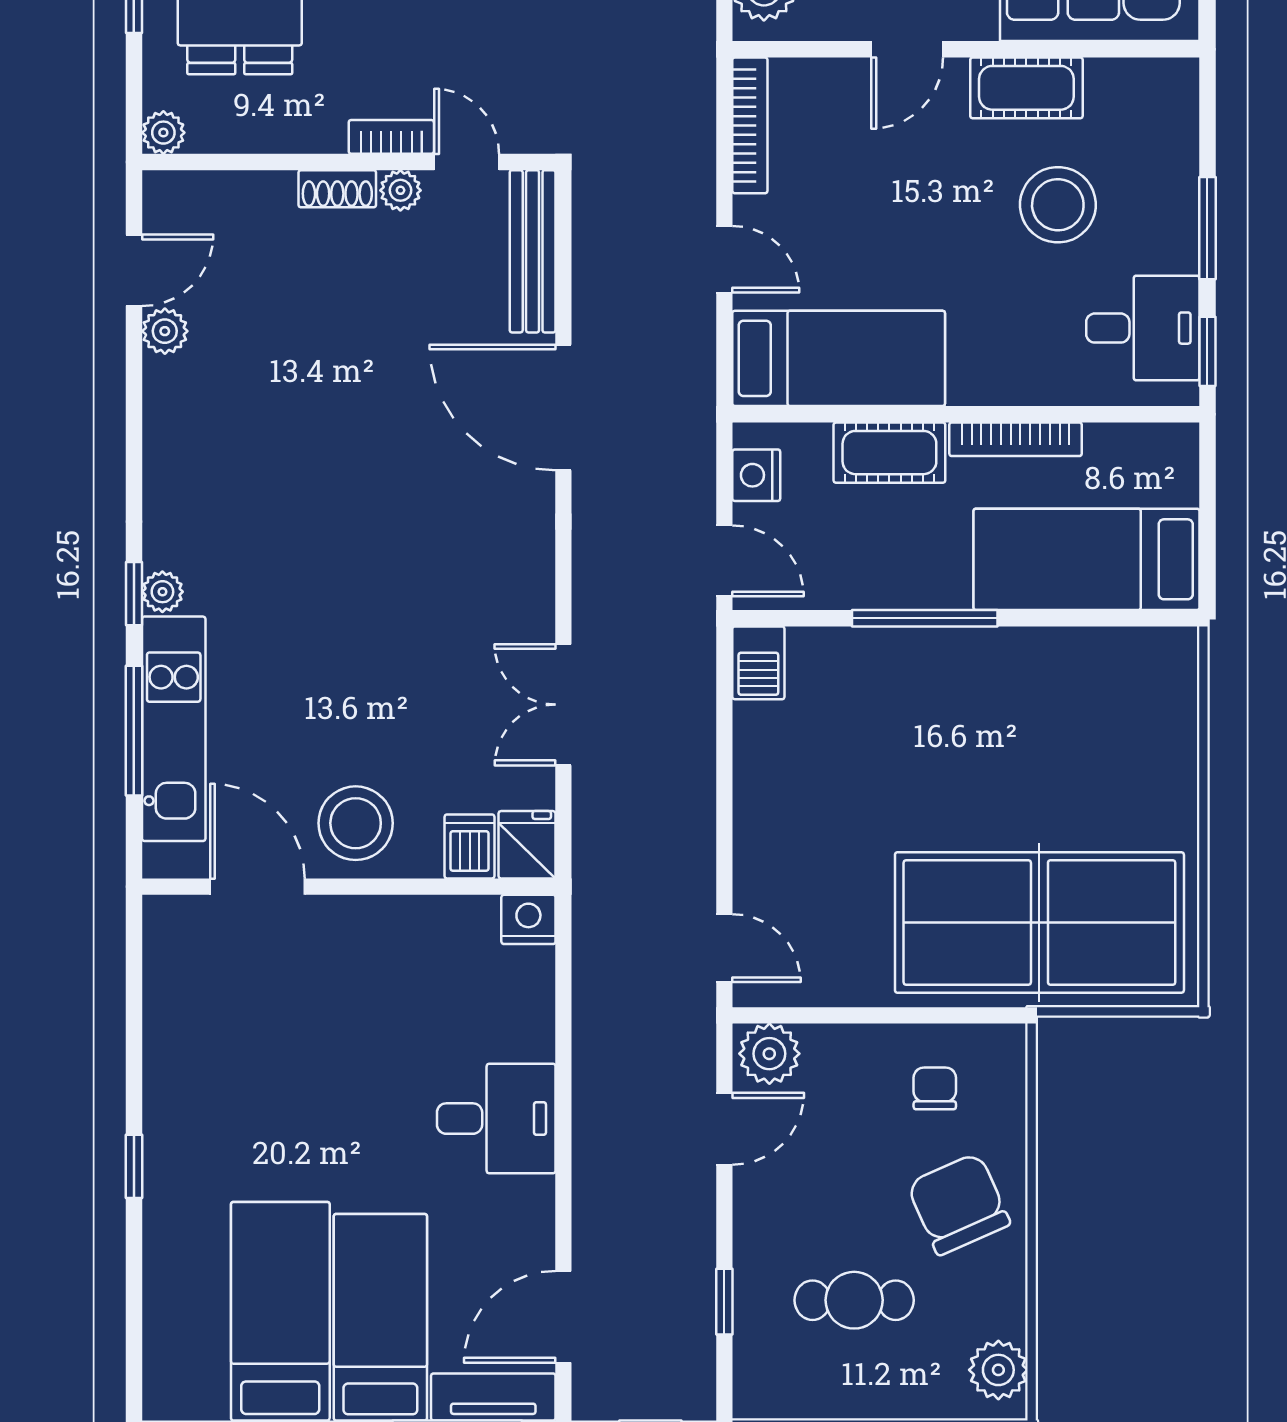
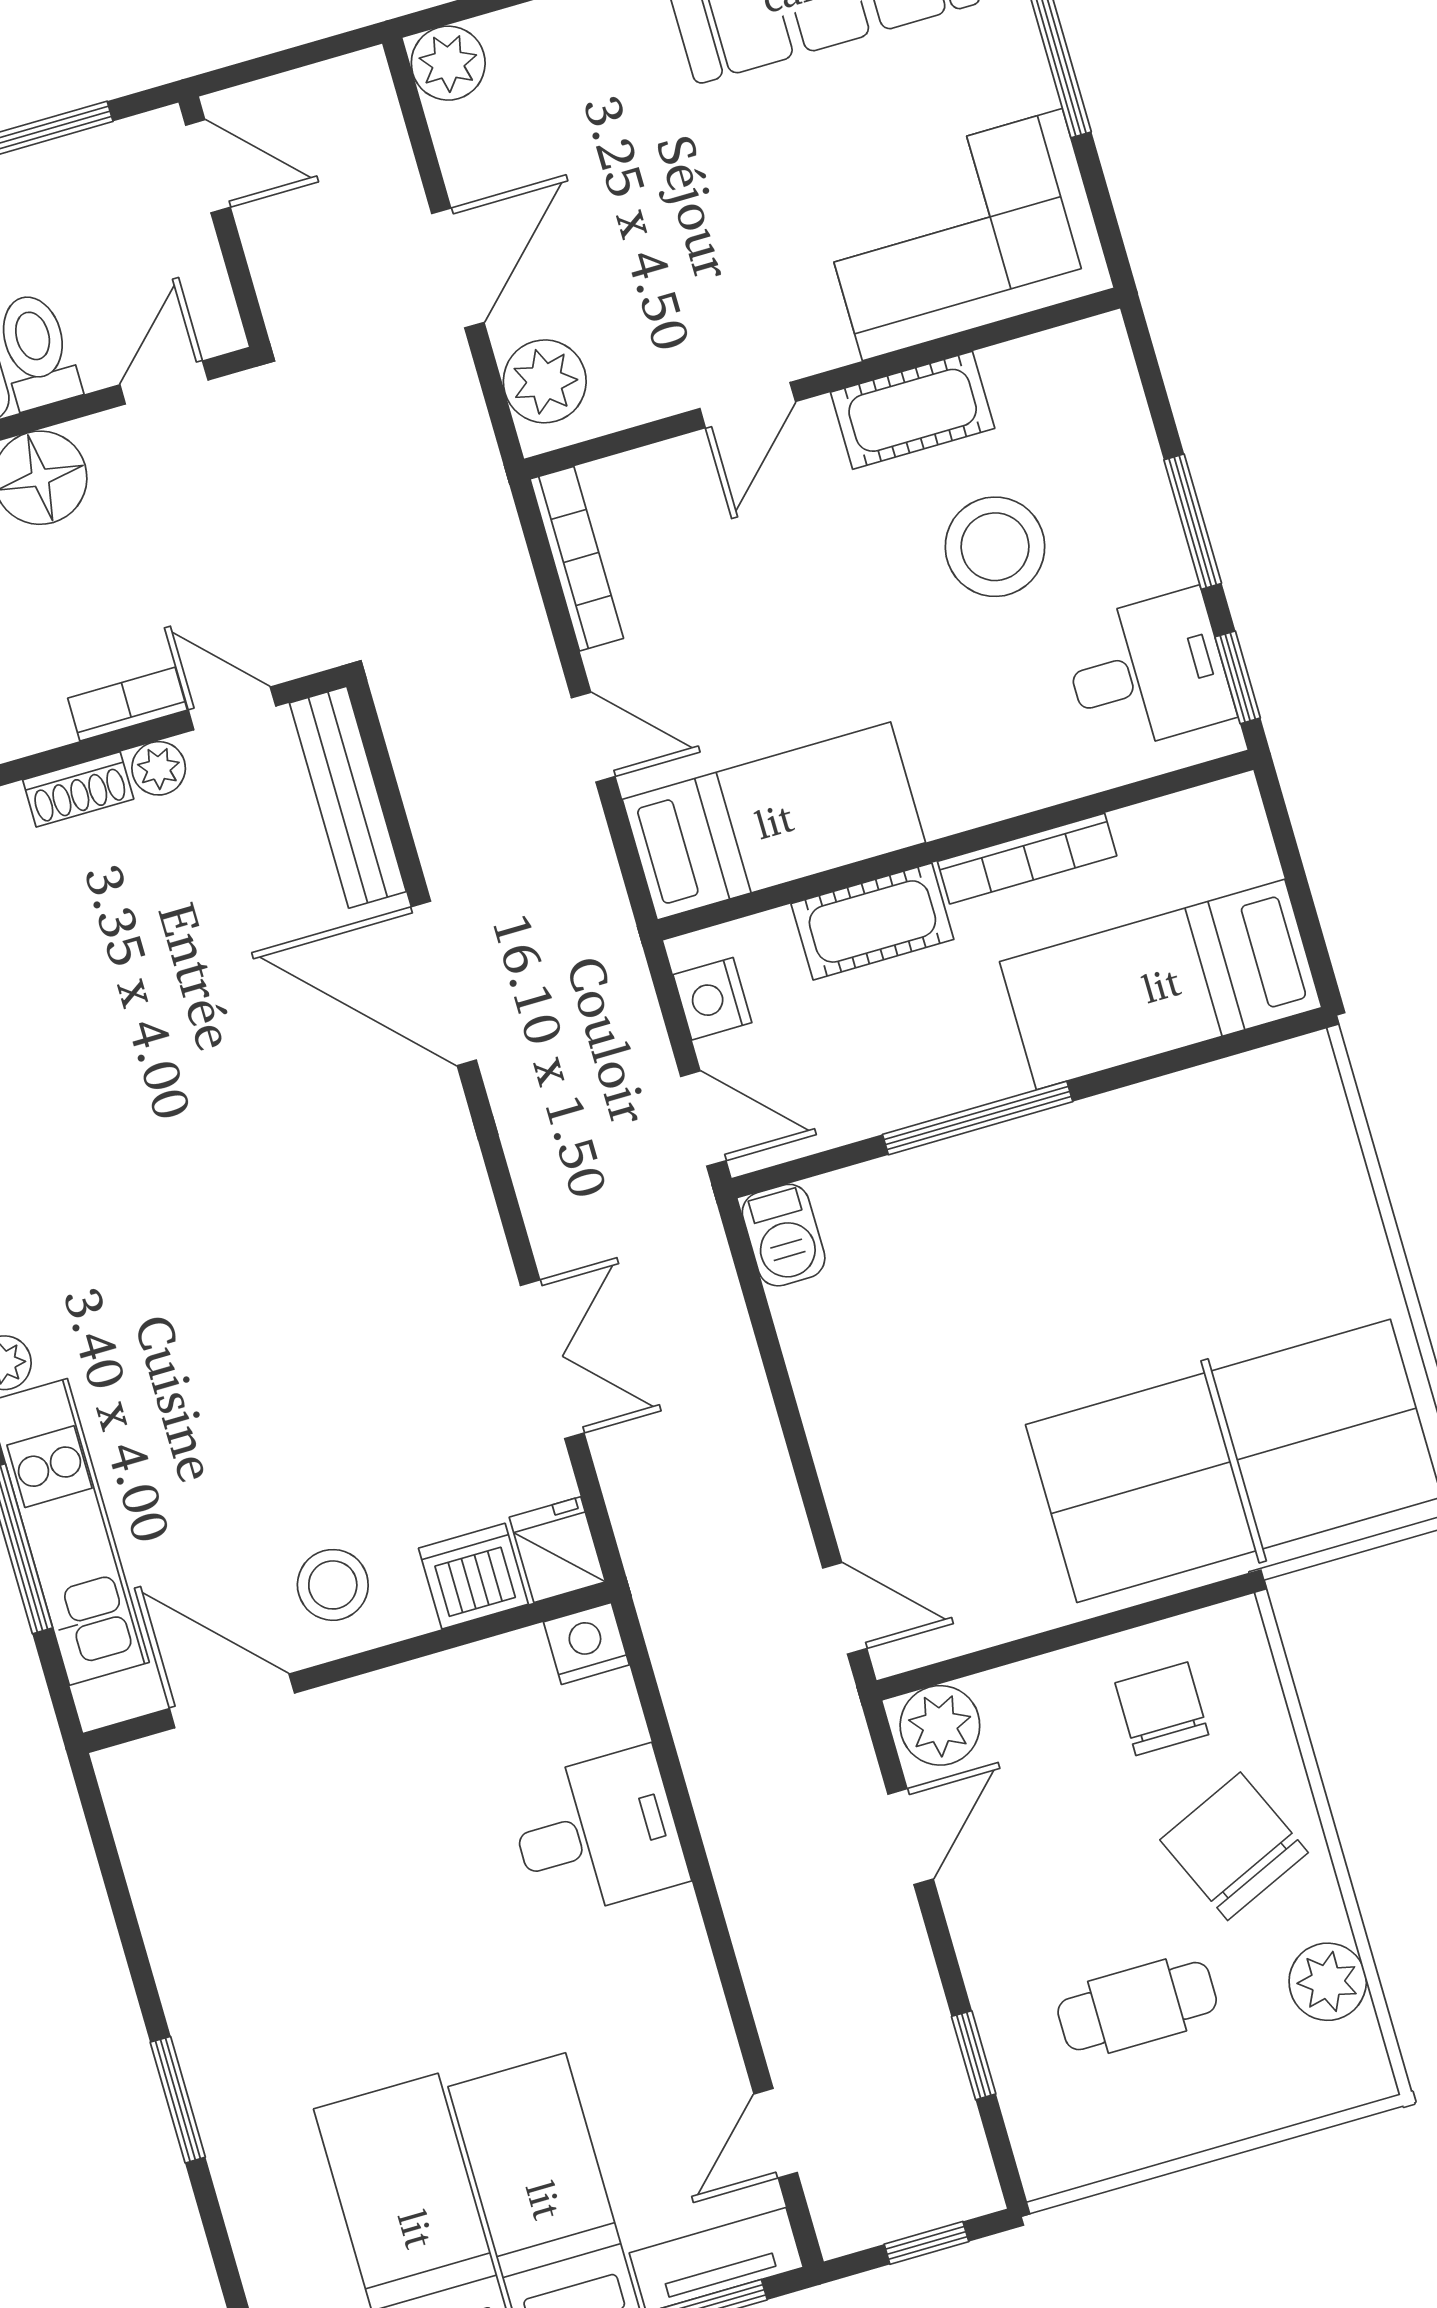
double door: (563, 705) -> (552, 1359), swing flipped
stool: (356, 823) -> (333, 1585), width x0.73, depth x0.73
dishwasher: (470, 846) -> (473, 1576), width x1.38
chair: (935, 1088) -> (1162, 1709), width x1.37, depth x1.37
desk: (496, 1119) -> (597, 1833), moved
window: (134, 1166) -> (178, 2100), width x1.50
door: (563, 1317) -> (776, 2133), width x0.73
plant: (998, 1370) -> (1328, 1982), moved

